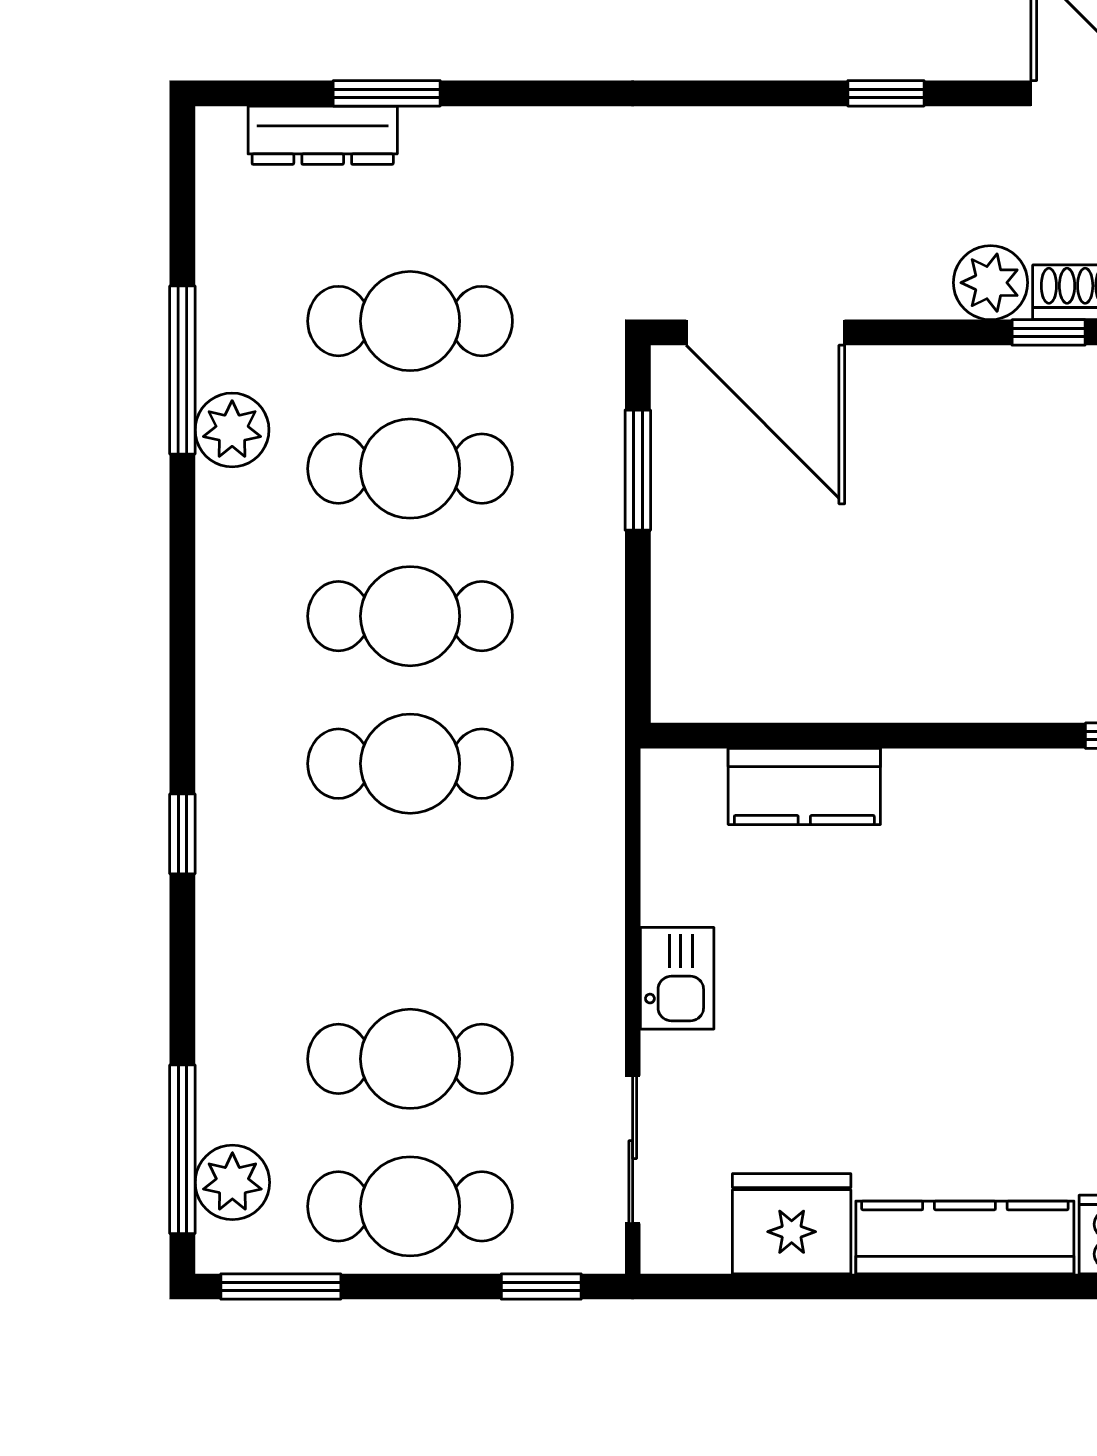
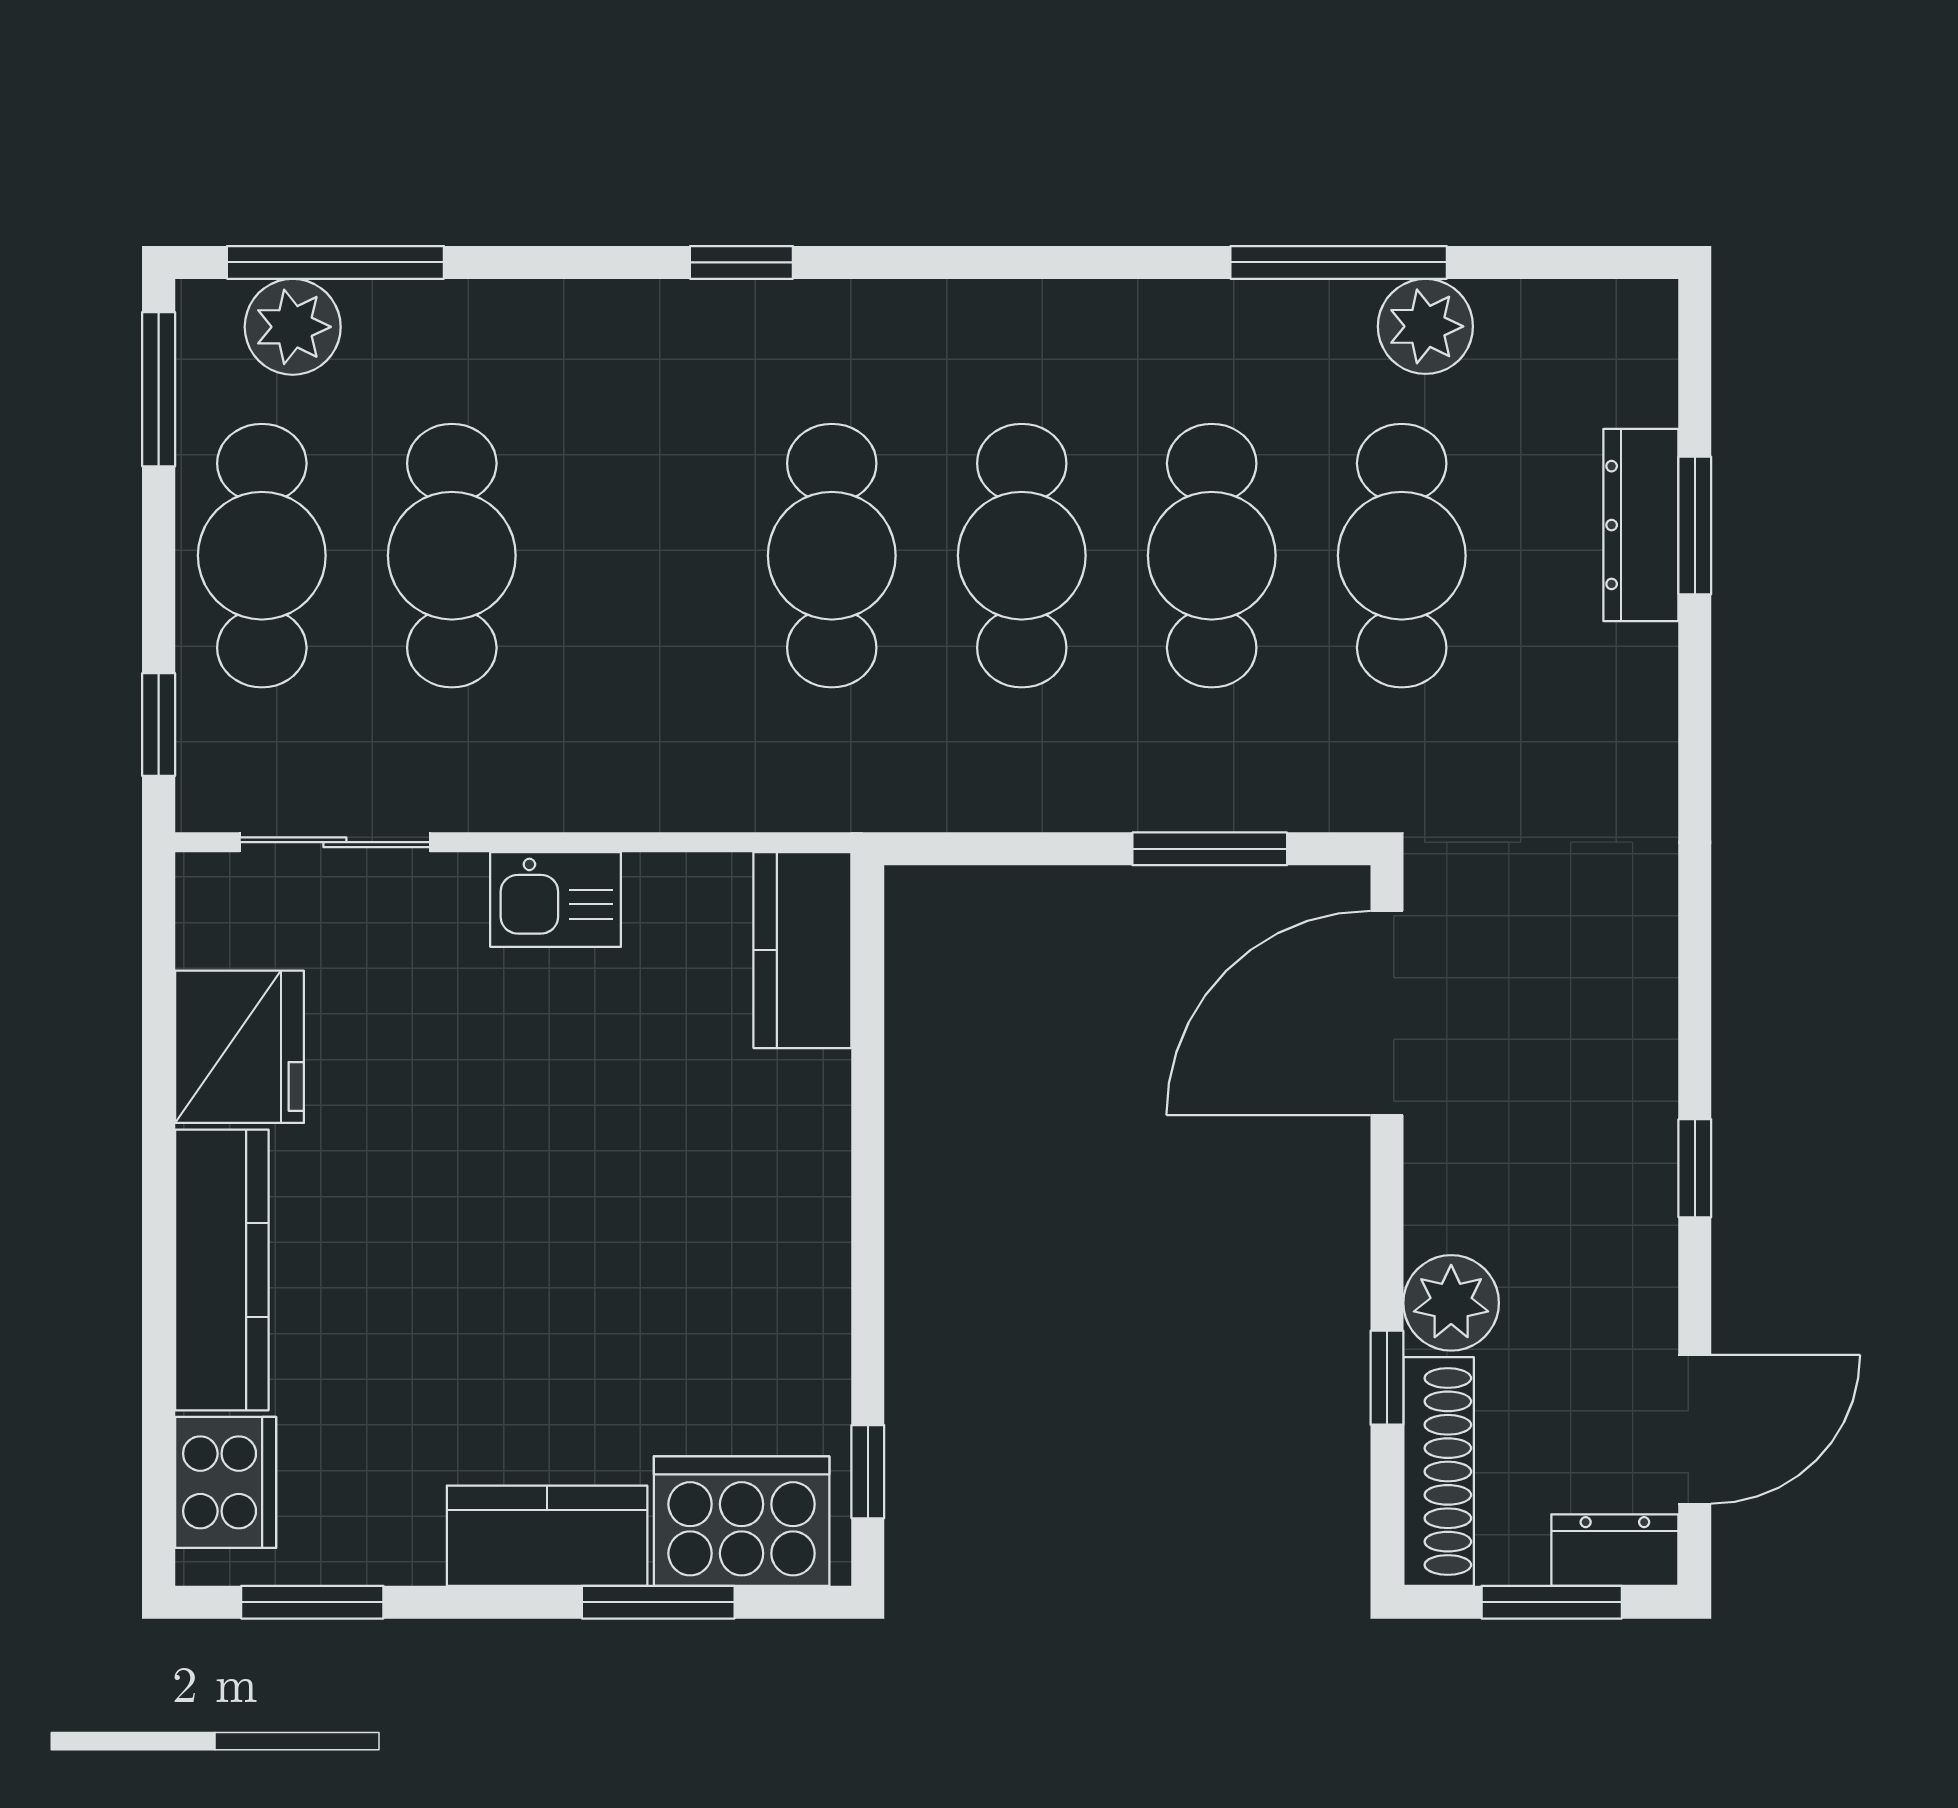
dresser: (323, 135) -> (1641, 525), moved
plant: (232, 430) -> (1425, 326), moved
kitchen counter: (804, 786) -> (802, 950), moved

